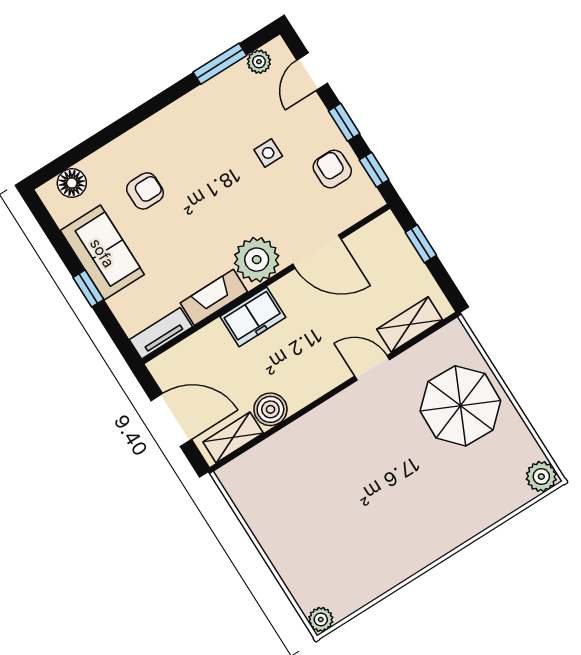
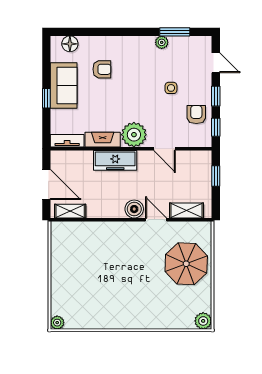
plant: (259, 62) -> (162, 42), moved
door: (312, 72) -> (216, 63), swing flipped
door: (317, 252) -> (164, 149), width x0.73
freezer: (253, 317) -> (115, 160), width x1.40
boiler: (270, 409) -> (134, 209), moved

